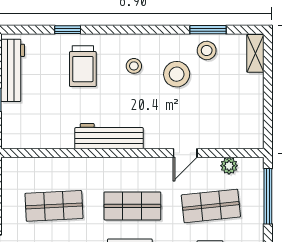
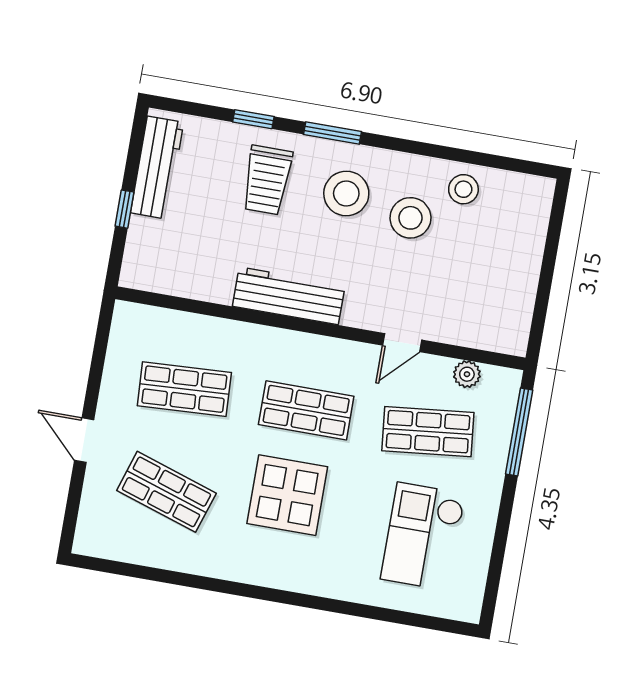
window: (208, 30) -> (332, 133), moved
shelving: (255, 53) -> (538, 207), removed
stool: (134, 66) -> (346, 193), width x1.89, depth x1.89

